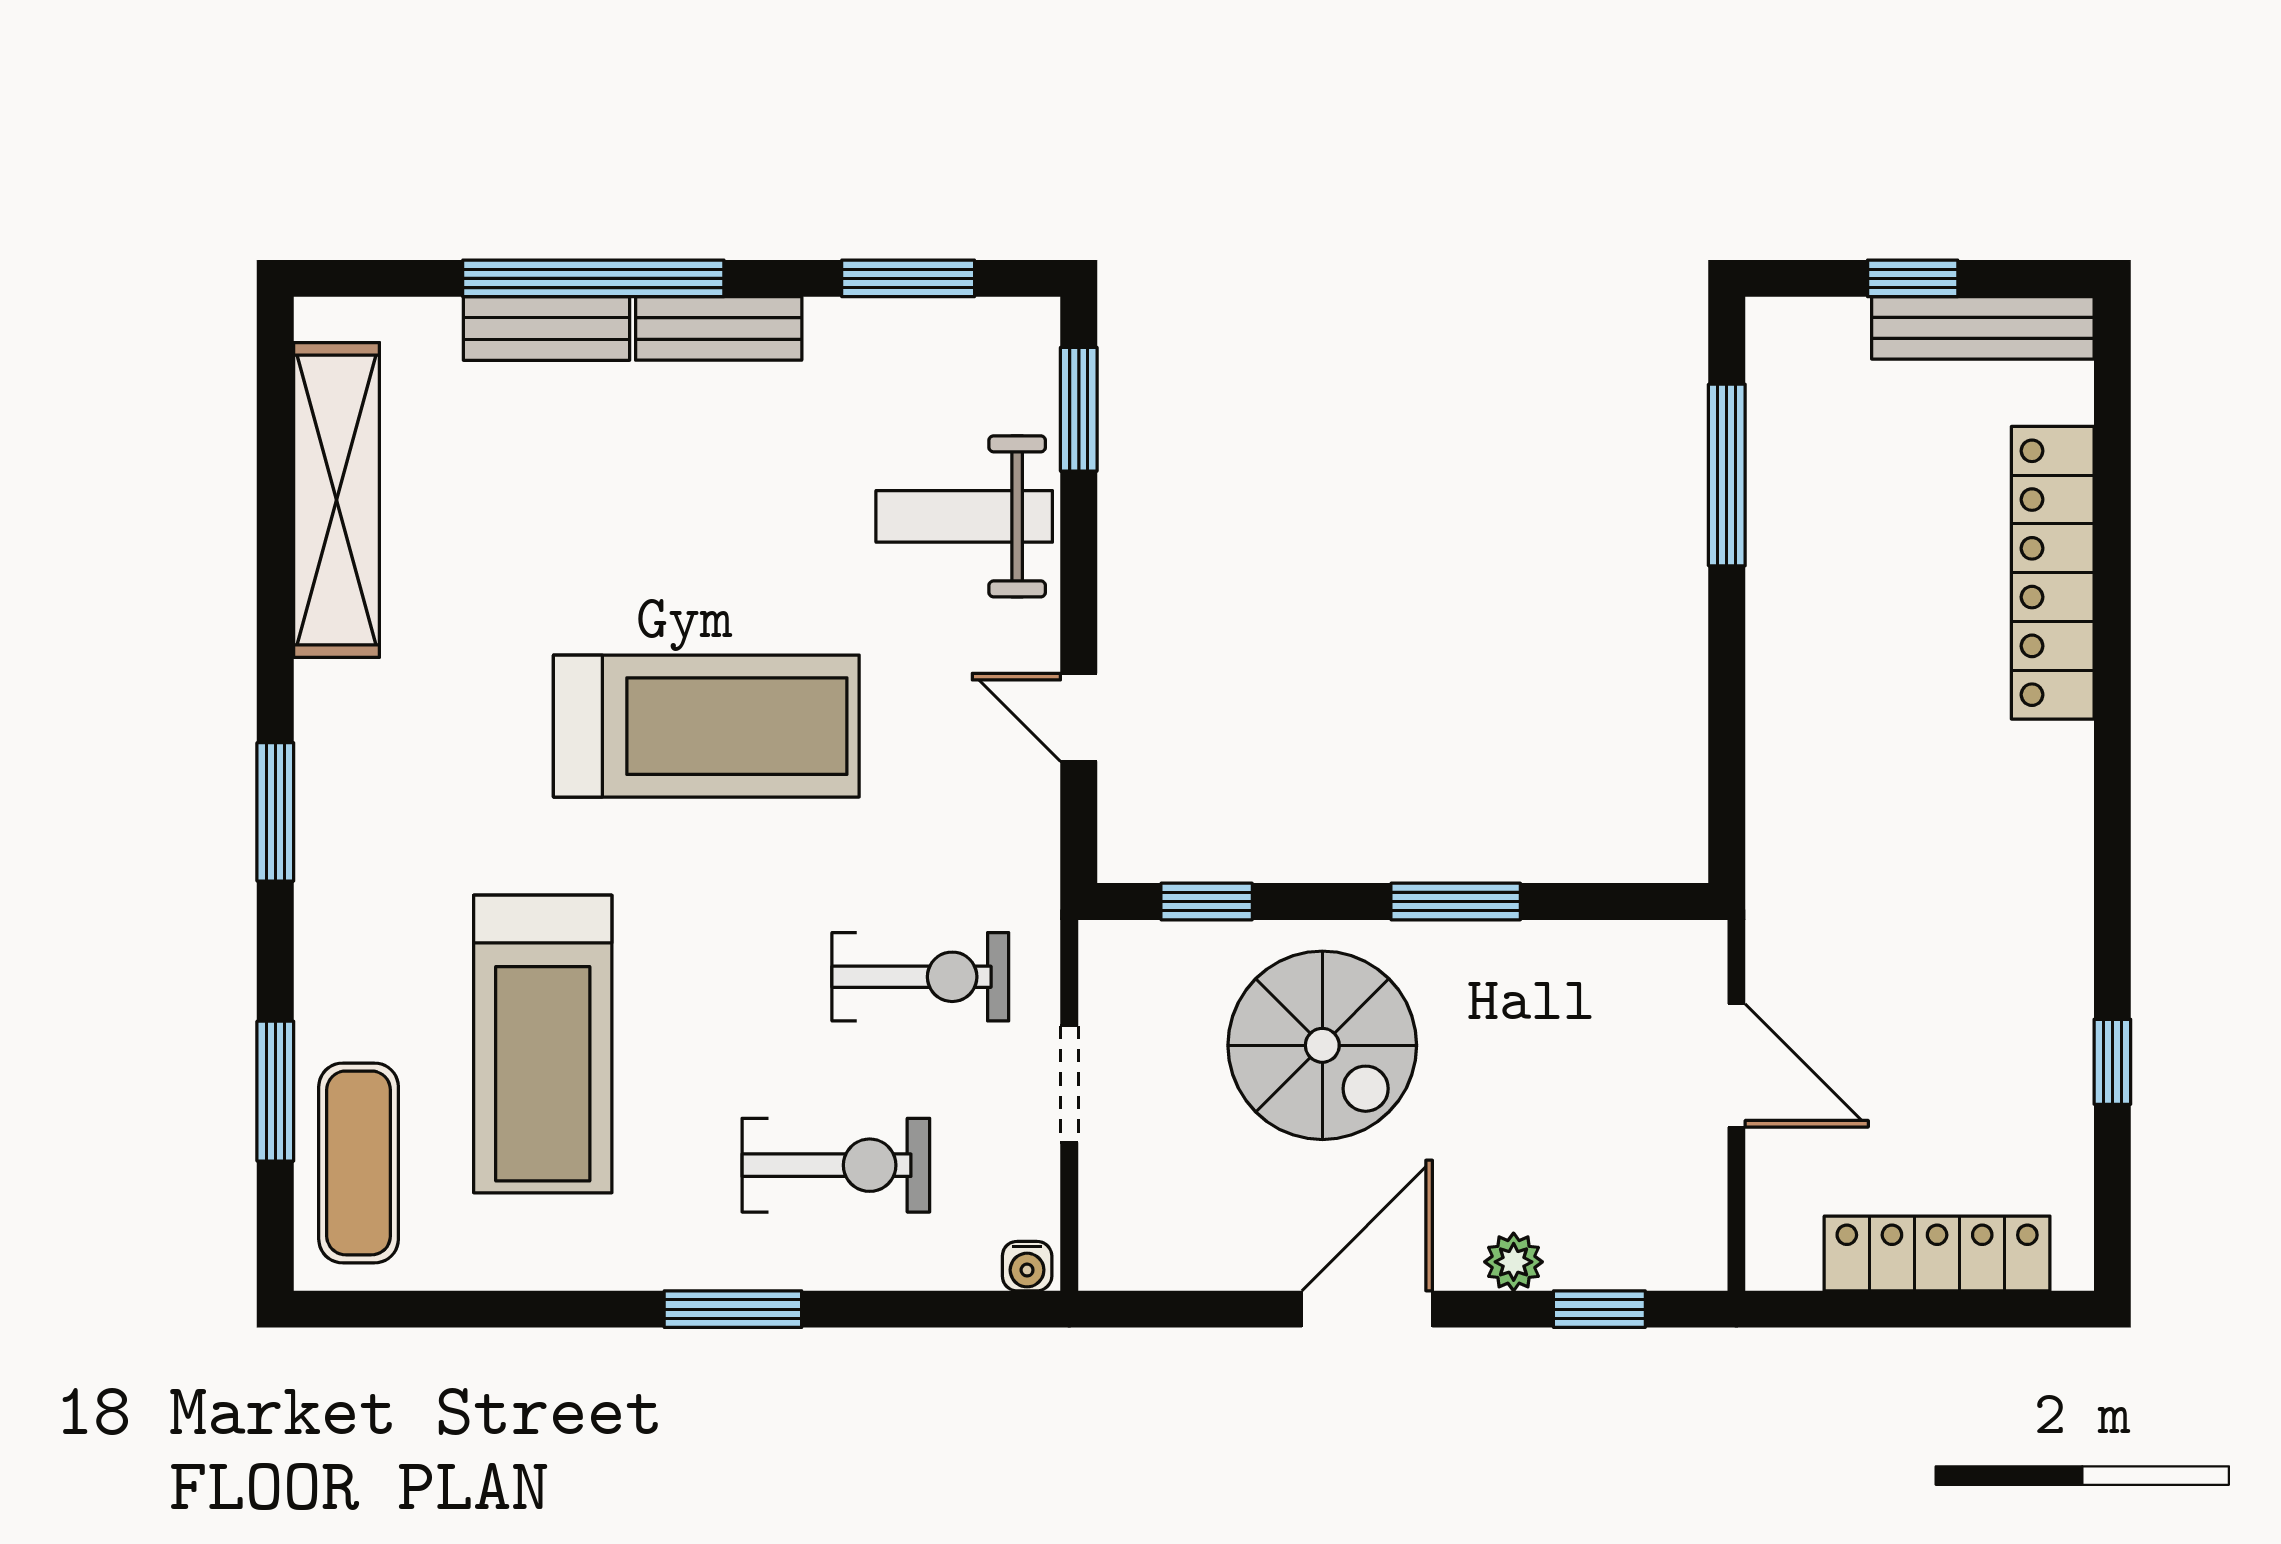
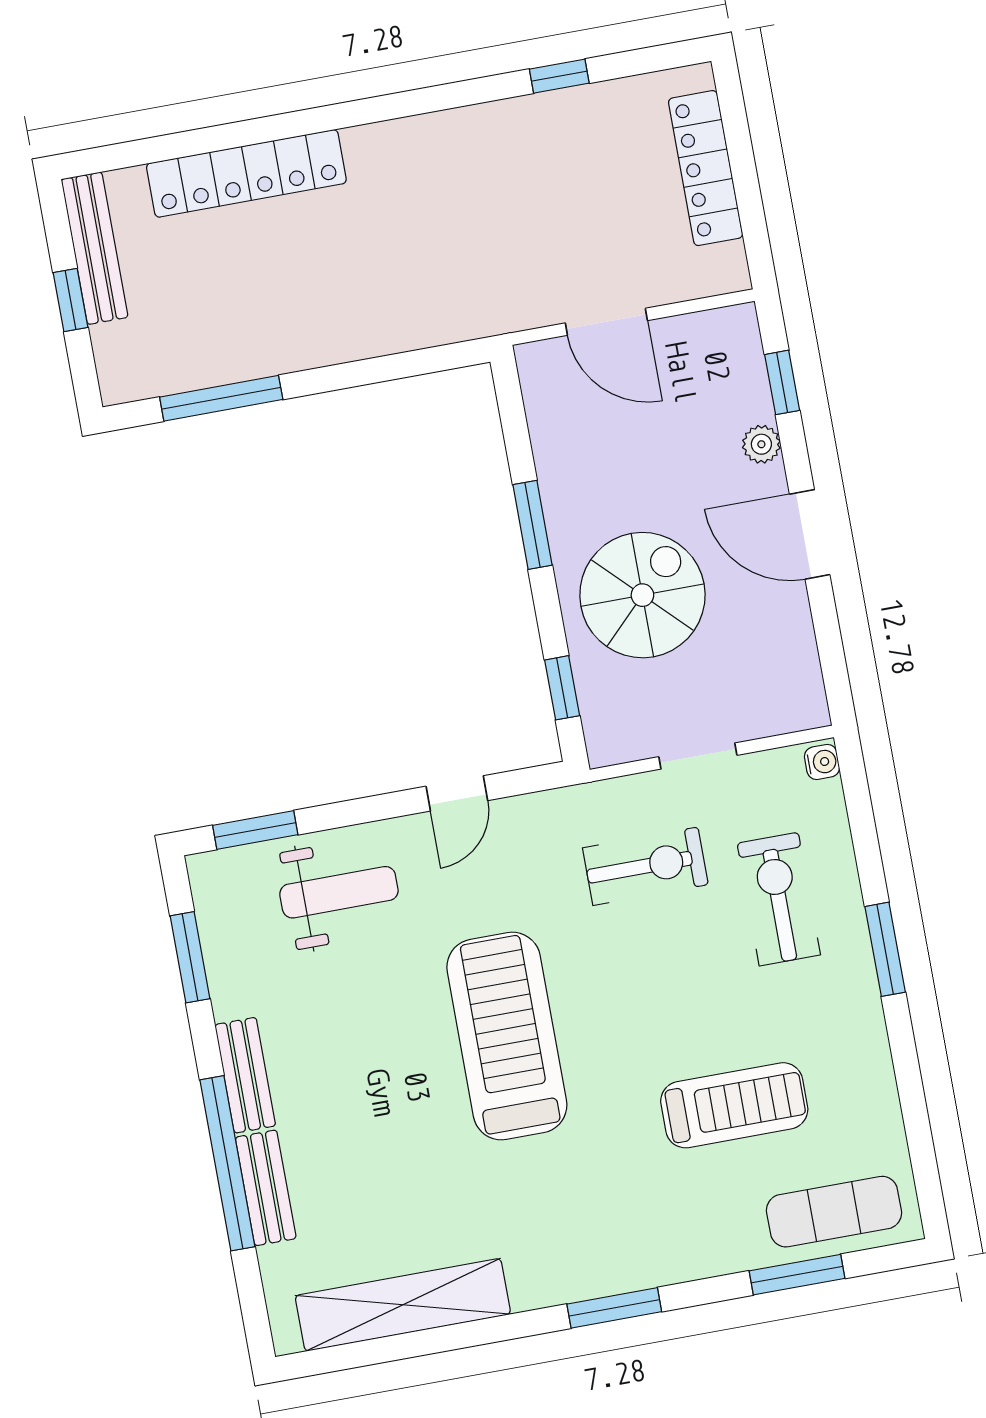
weight bench: (964, 516) -> (339, 892), turned -90
exercise bike: (920, 977) -> (645, 866), turned 90
treadmill: (543, 1044) -> (734, 1105), width x0.73, depth x0.73
door: (1736, 1065) -> (606, 322), swing flipped

